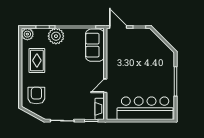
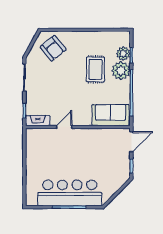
plant: (27, 34) -> (123, 54), moved
rug: (37, 60) -> (96, 69), moved, turned 90
door: (105, 86) -> (64, 127), hinge flipped
armchair: (36, 96) -> (53, 48), turned 51
bar counter: (145, 108) -> (70, 193), moved, turned -90

